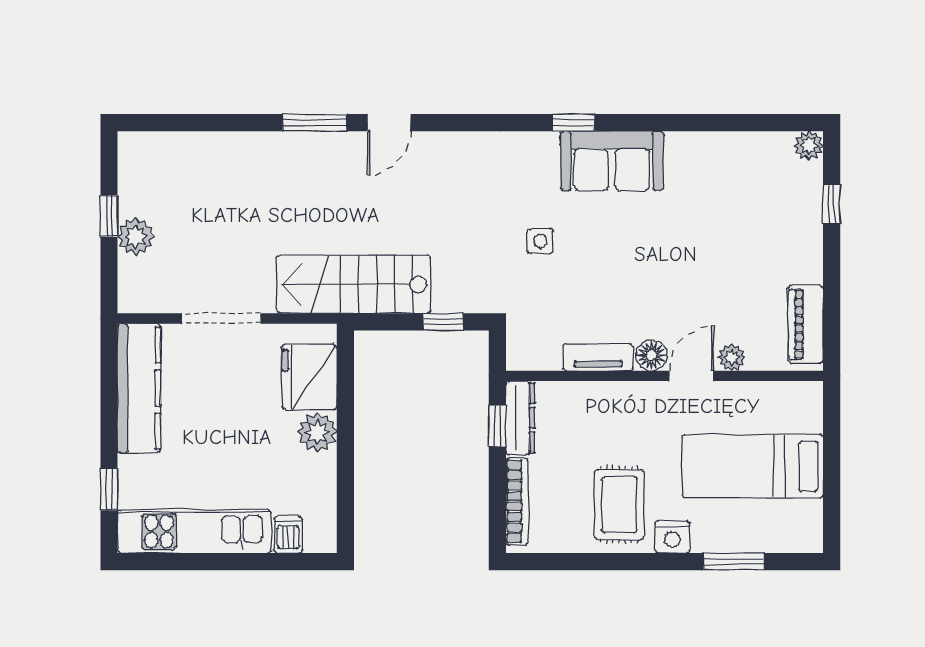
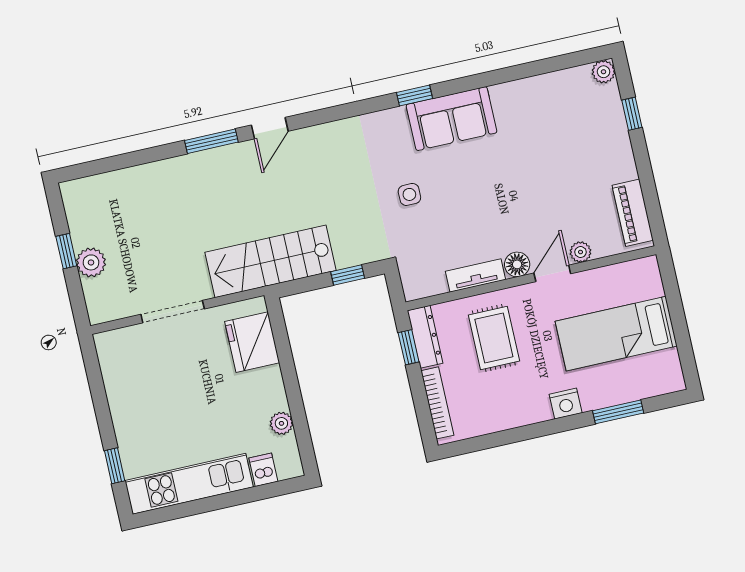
kitchen counter: (139, 388) -> (120, 381), removed
plant: (317, 432) -> (281, 423), moved, width x0.73, depth x0.73
rug: (619, 505) -> (494, 338), moved

